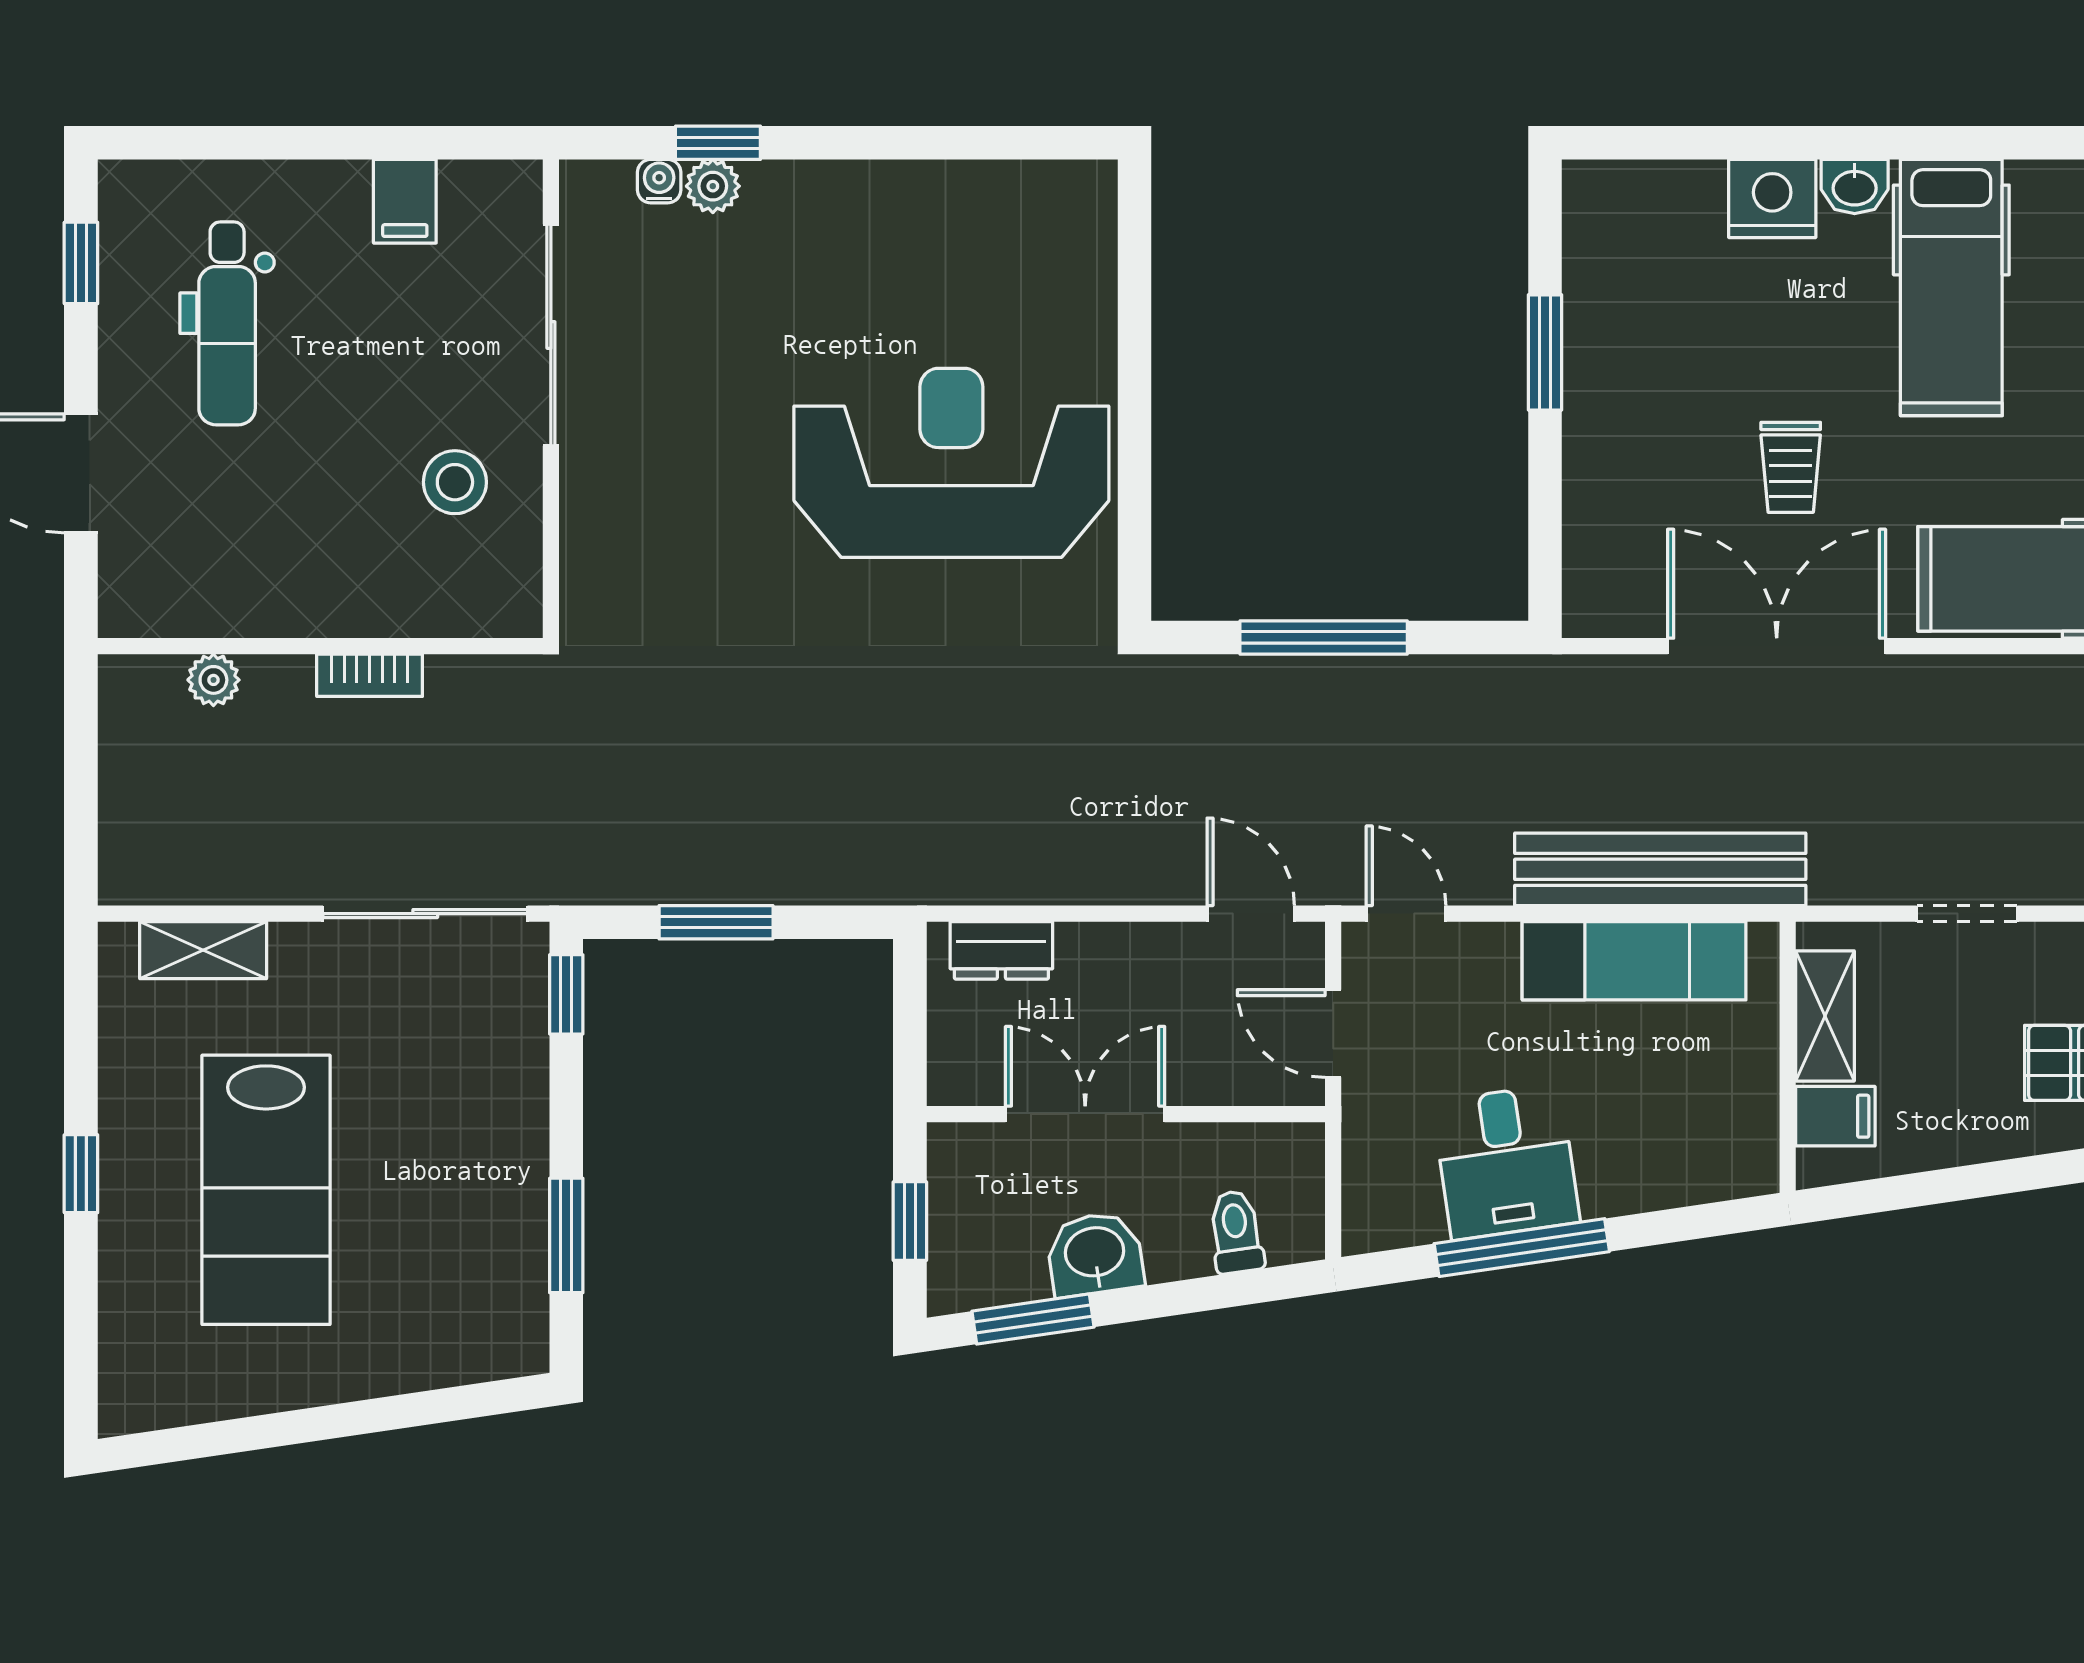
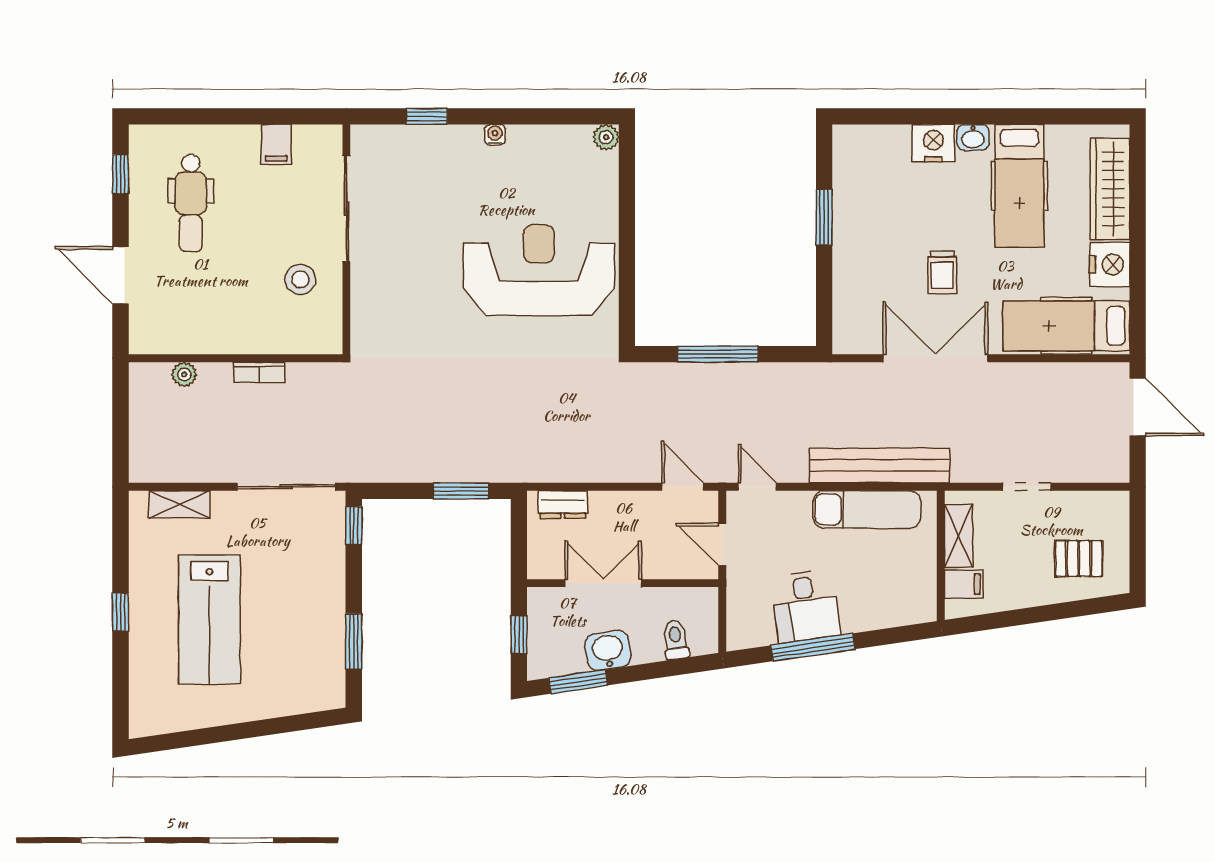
water cooler: (659, 181) -> (495, 135), moved
plant: (713, 186) -> (606, 137), moved
window: (716, 922) -> (461, 491), moved

